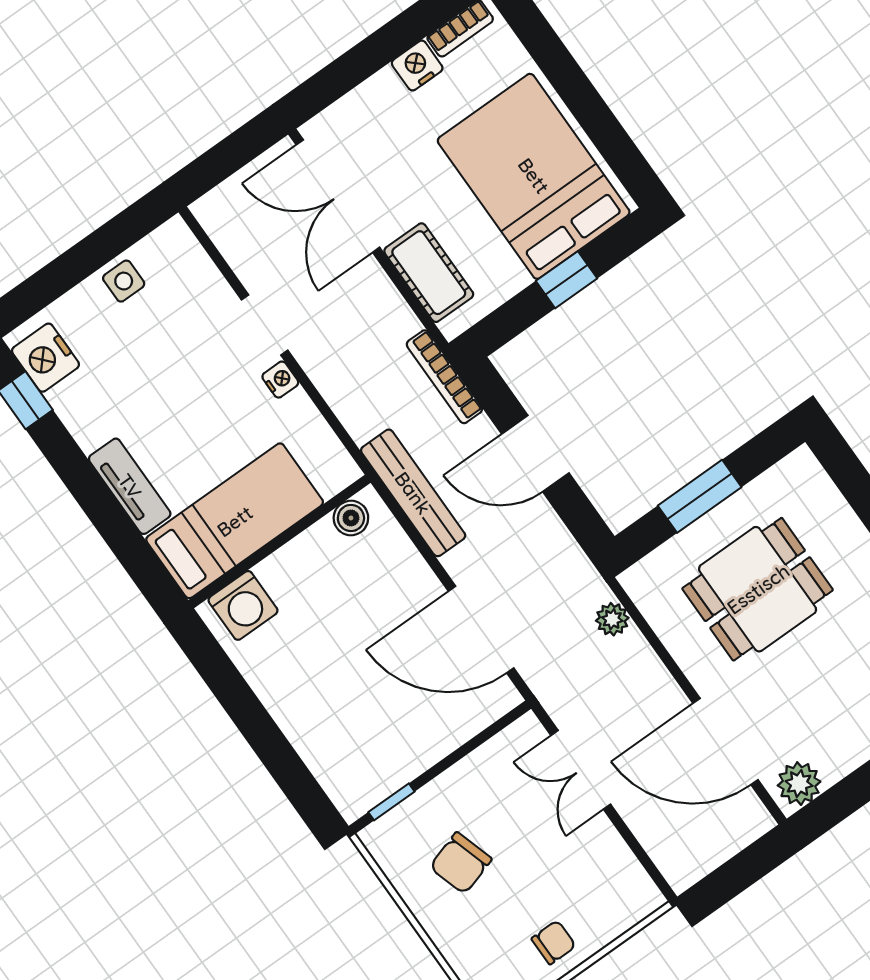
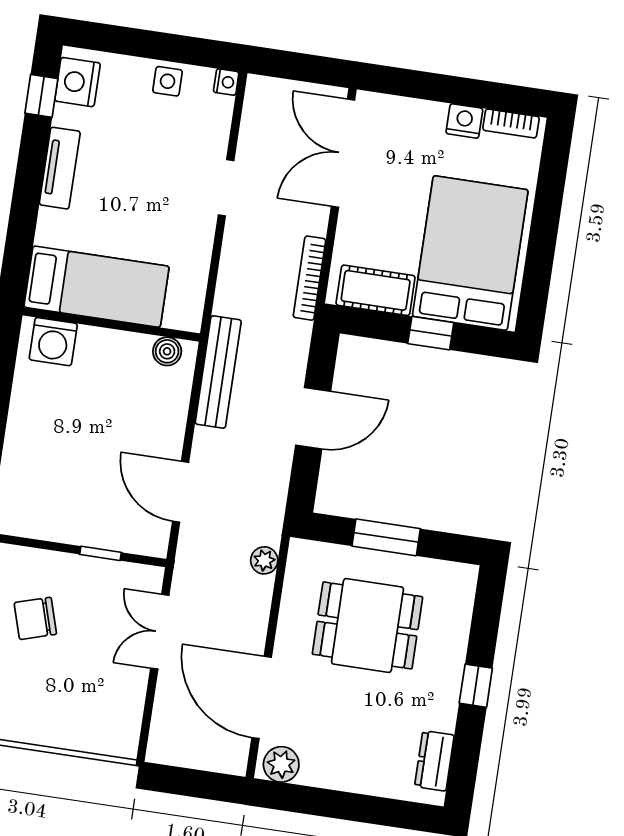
cot: (429, 273) -> (376, 290), moved, turned 90
bookcase: (444, 377) -> (309, 278), moved
nightstand: (280, 380) -> (226, 82), moved
door: (535, 453) -> (313, 418), swing flipped
tv unit: (130, 486) -> (60, 168), moved
door: (481, 630) -> (181, 492), width x0.73
window: (391, 802) -> (100, 553), moved
chair: (554, 942) -> (45, 718), removed

